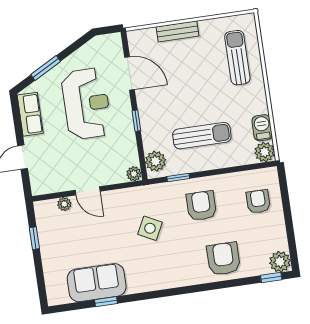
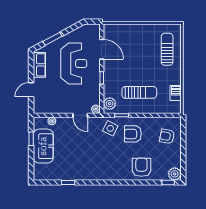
bench: (178, 31) -> (134, 29), removed
plant: (265, 152) -> (175, 108), removed
door: (88, 191) -> (80, 115), moved
armchair: (258, 201) -> (167, 136), turned -79
armchair: (201, 206) -> (133, 134), turned -90
side table: (150, 228) -> (110, 128), moved
sofa: (97, 283) -> (43, 146), moved, turned 90

